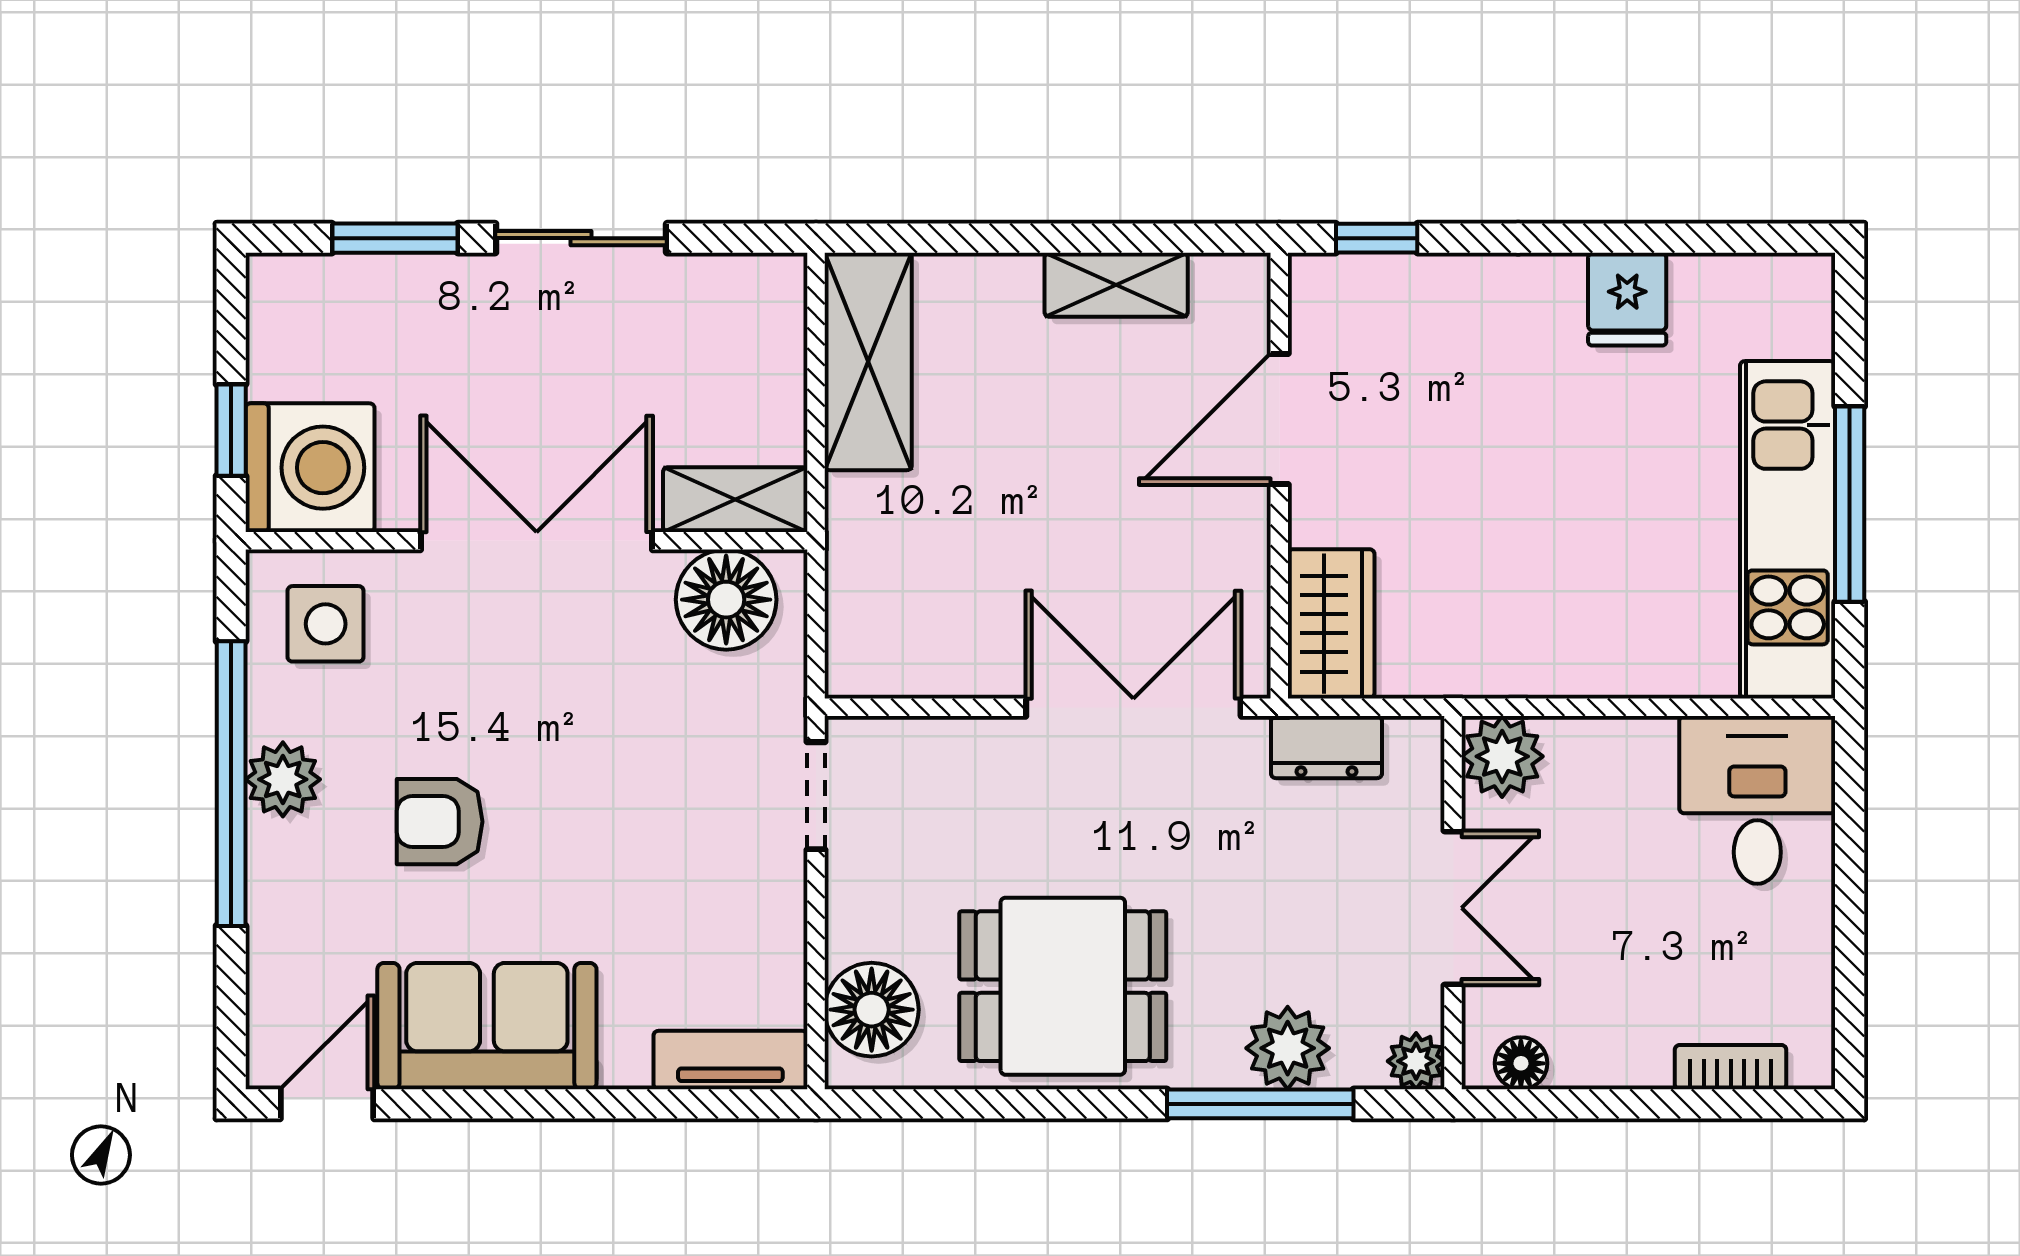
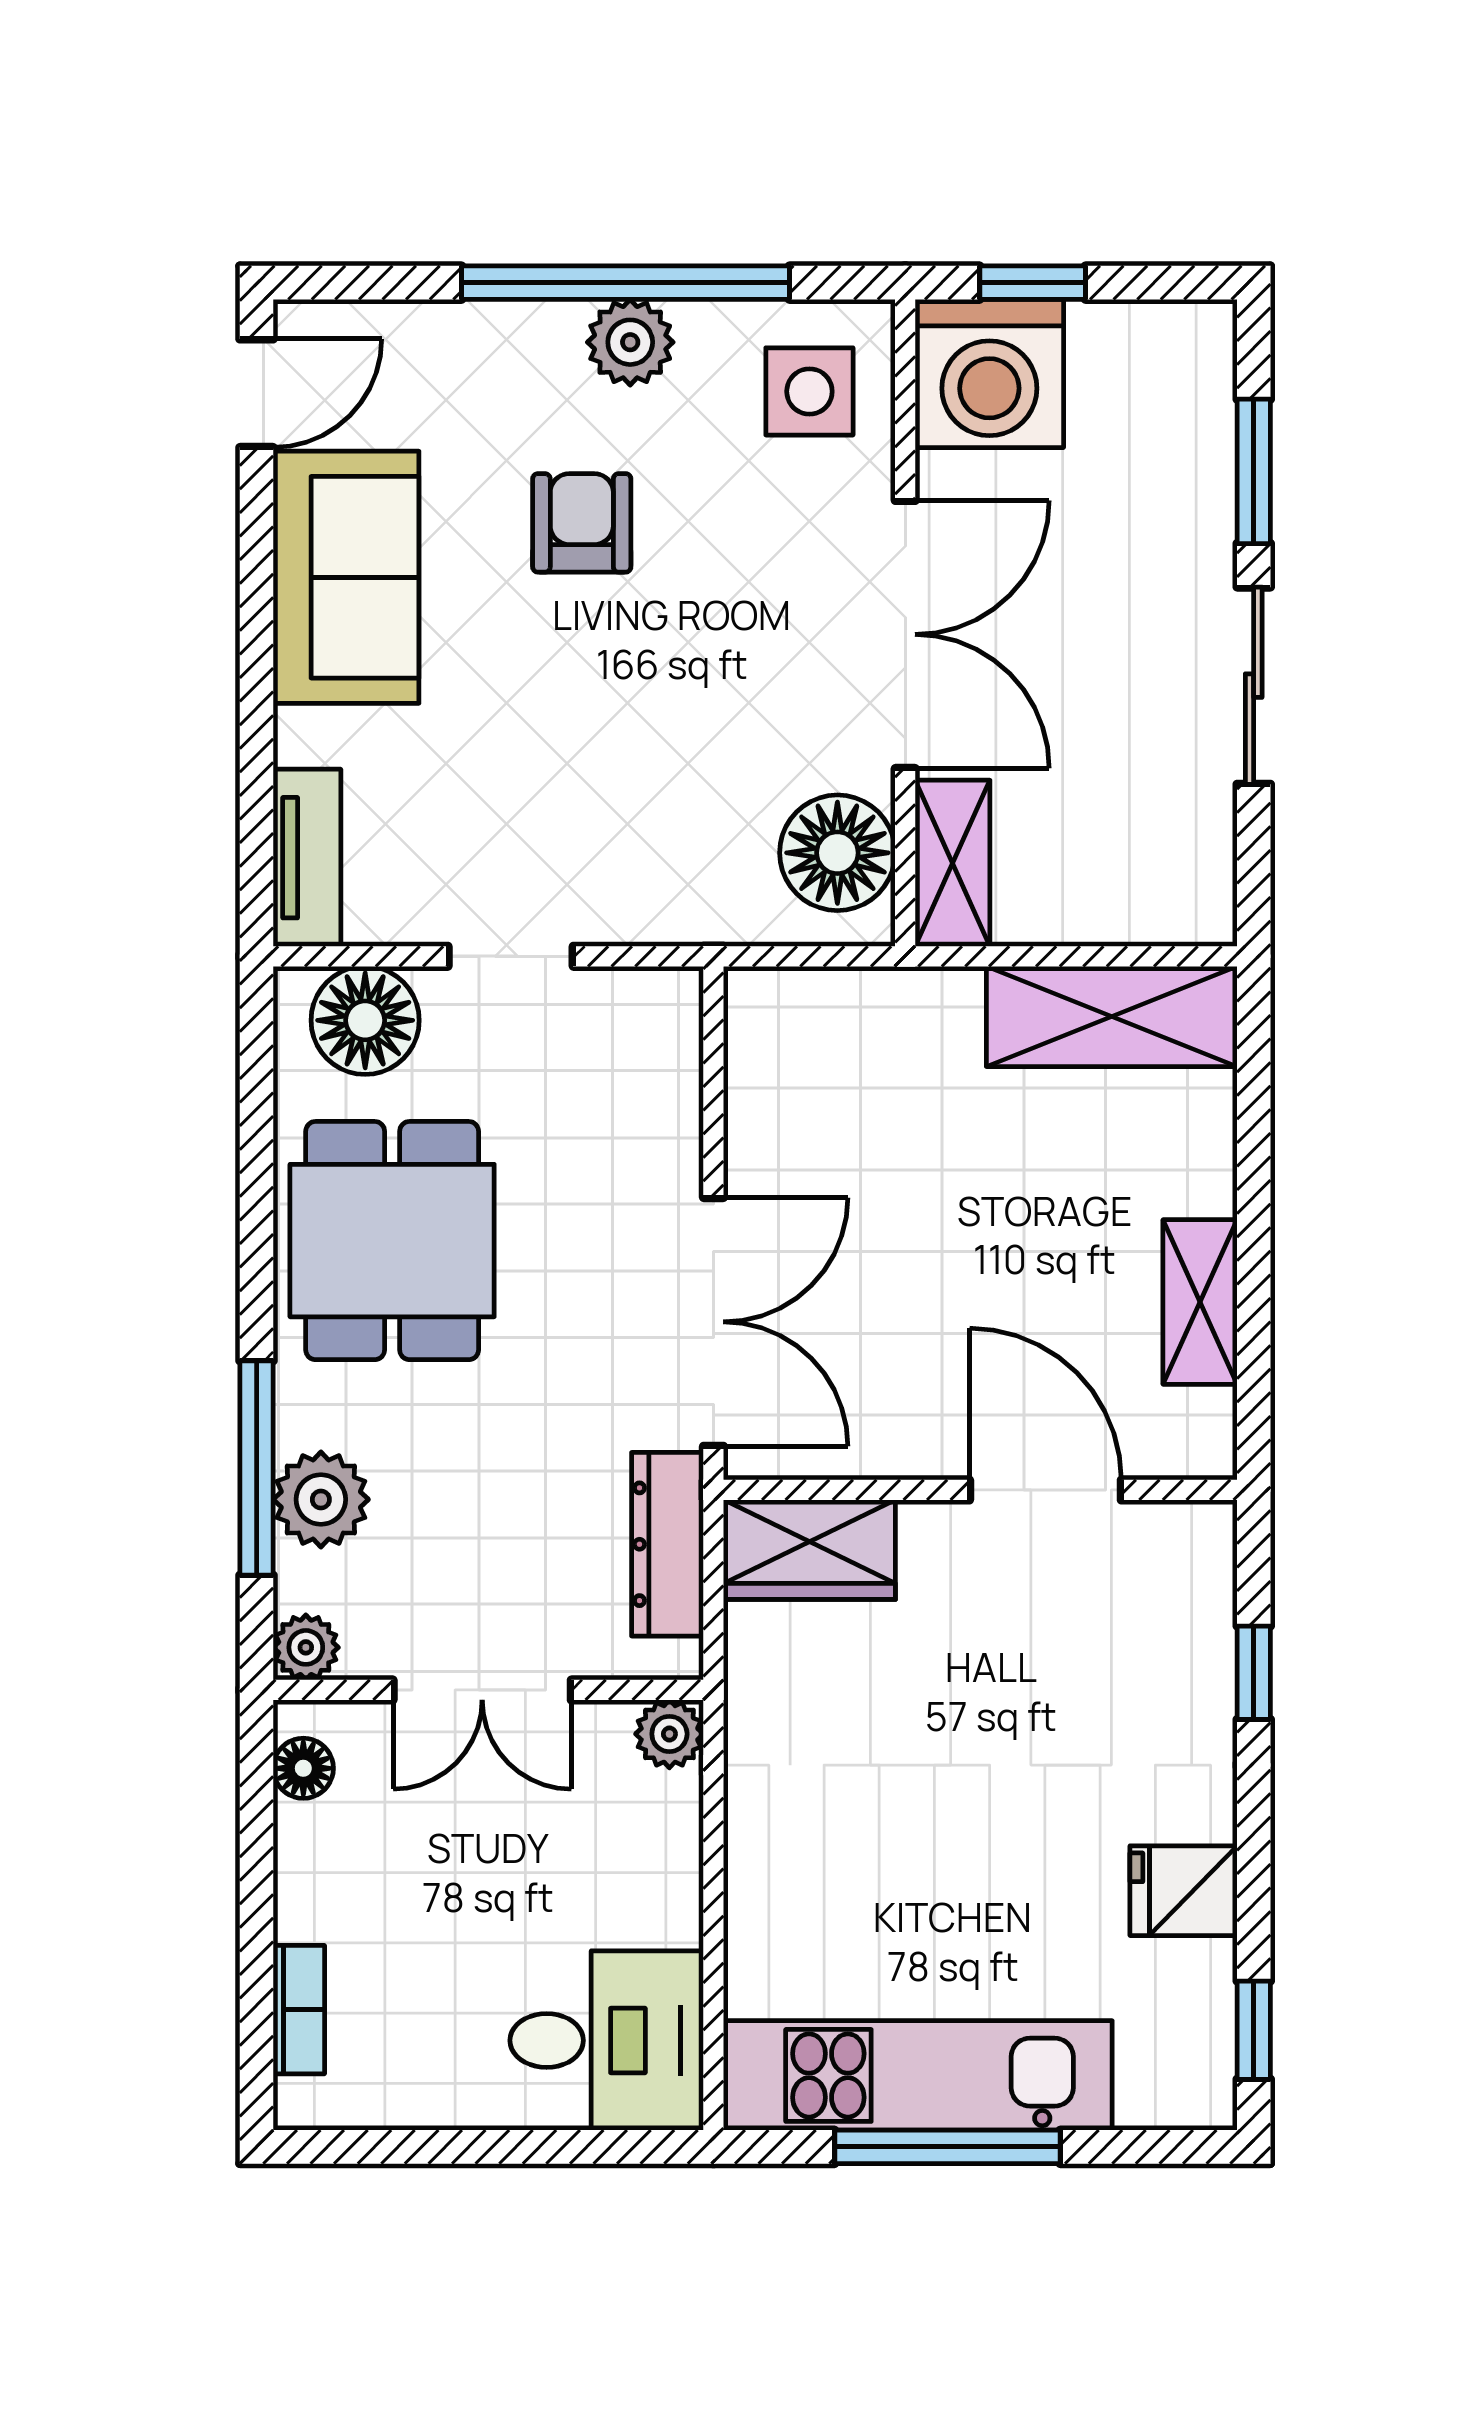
window: (1377, 238) -> (1254, 1673), moved
window: (1748, 238) -> (1254, 2030), added
dresser: (1326, 747) -> (667, 1544), width x1.44
plant: (1502, 756) -> (669, 1734), width x0.73, depth x0.73
doorway: (816, 796) -> (511, 956), moved
door: (327, 1104) -> (257, 393), hinge flipped

